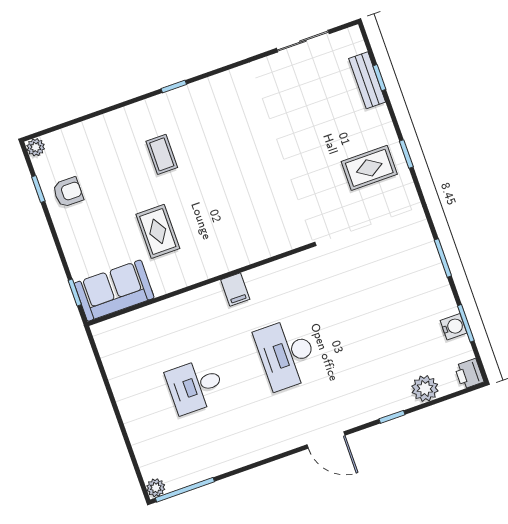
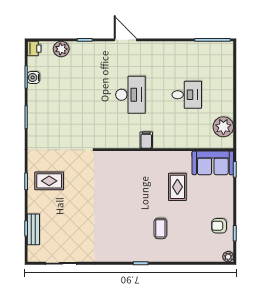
plant: (156, 488) -> (223, 127), moved, width x1.88, depth x1.88

